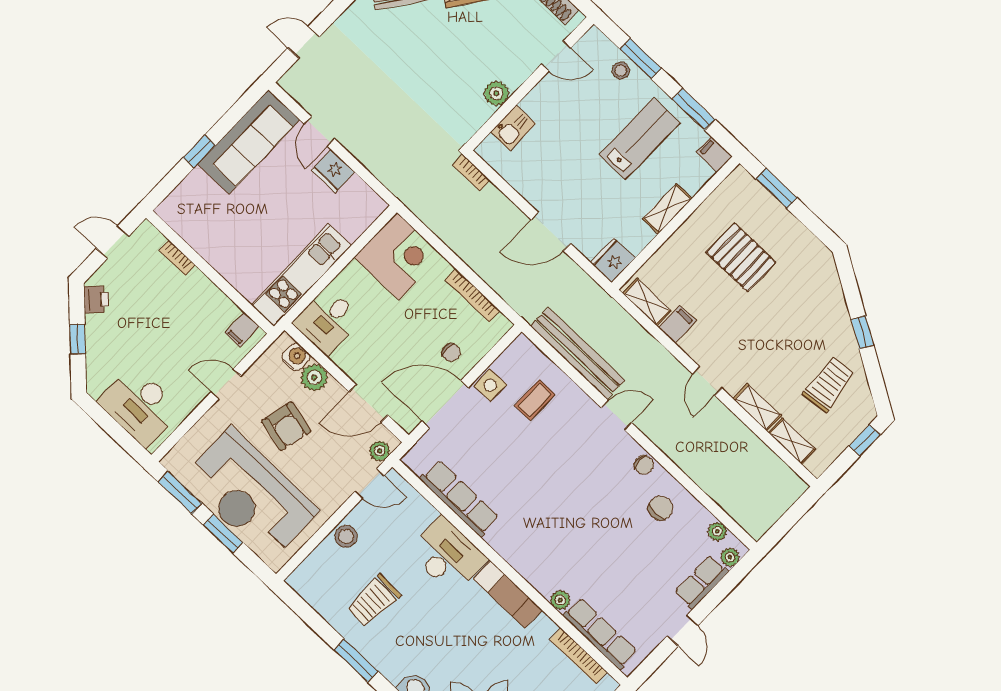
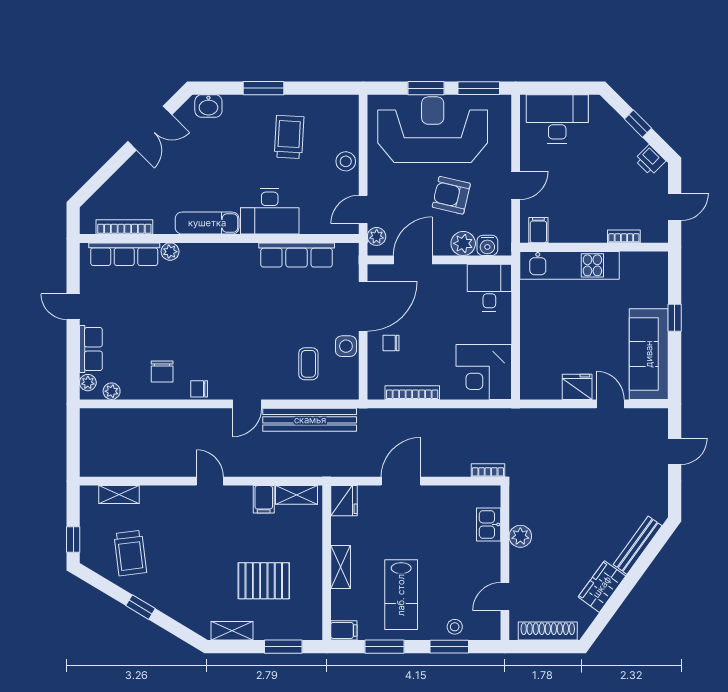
kitchen unit: (301, 275) -> (570, 265), moved, turned 90
shelving: (757, 407) -> (232, 631), moved

